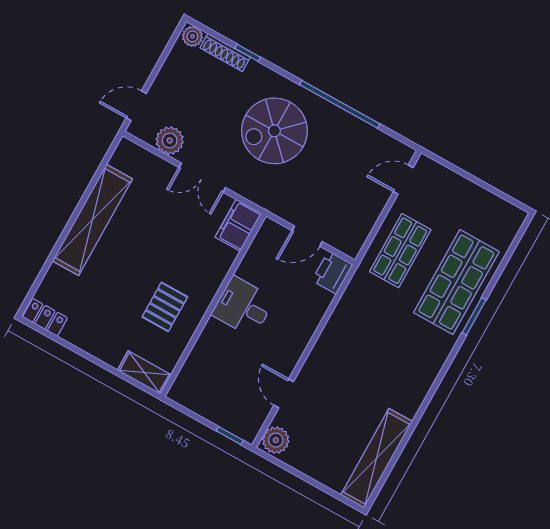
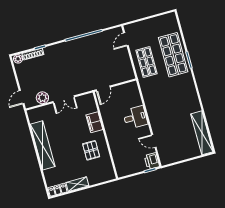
spiral stairs: (274, 131) -> (72, 63), removed
filing cabinet: (238, 225) -> (94, 122), moved
door: (307, 236) -> (103, 88), moved
printer: (332, 273) -> (152, 161), moved
desk: (243, 307) -> (135, 117), moved, turned 180
shelving: (144, 372) -> (77, 184), moved
plant: (276, 440) -> (165, 158), removed

